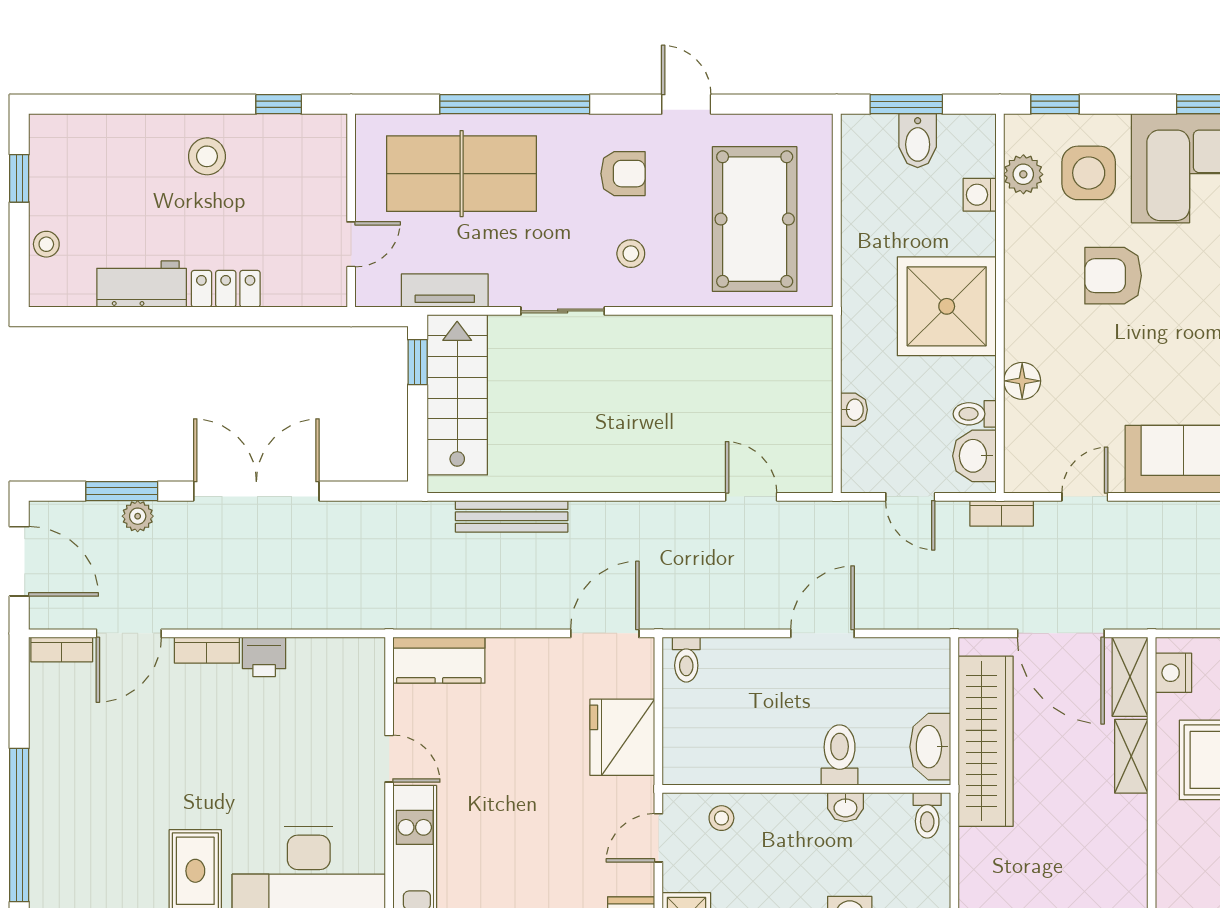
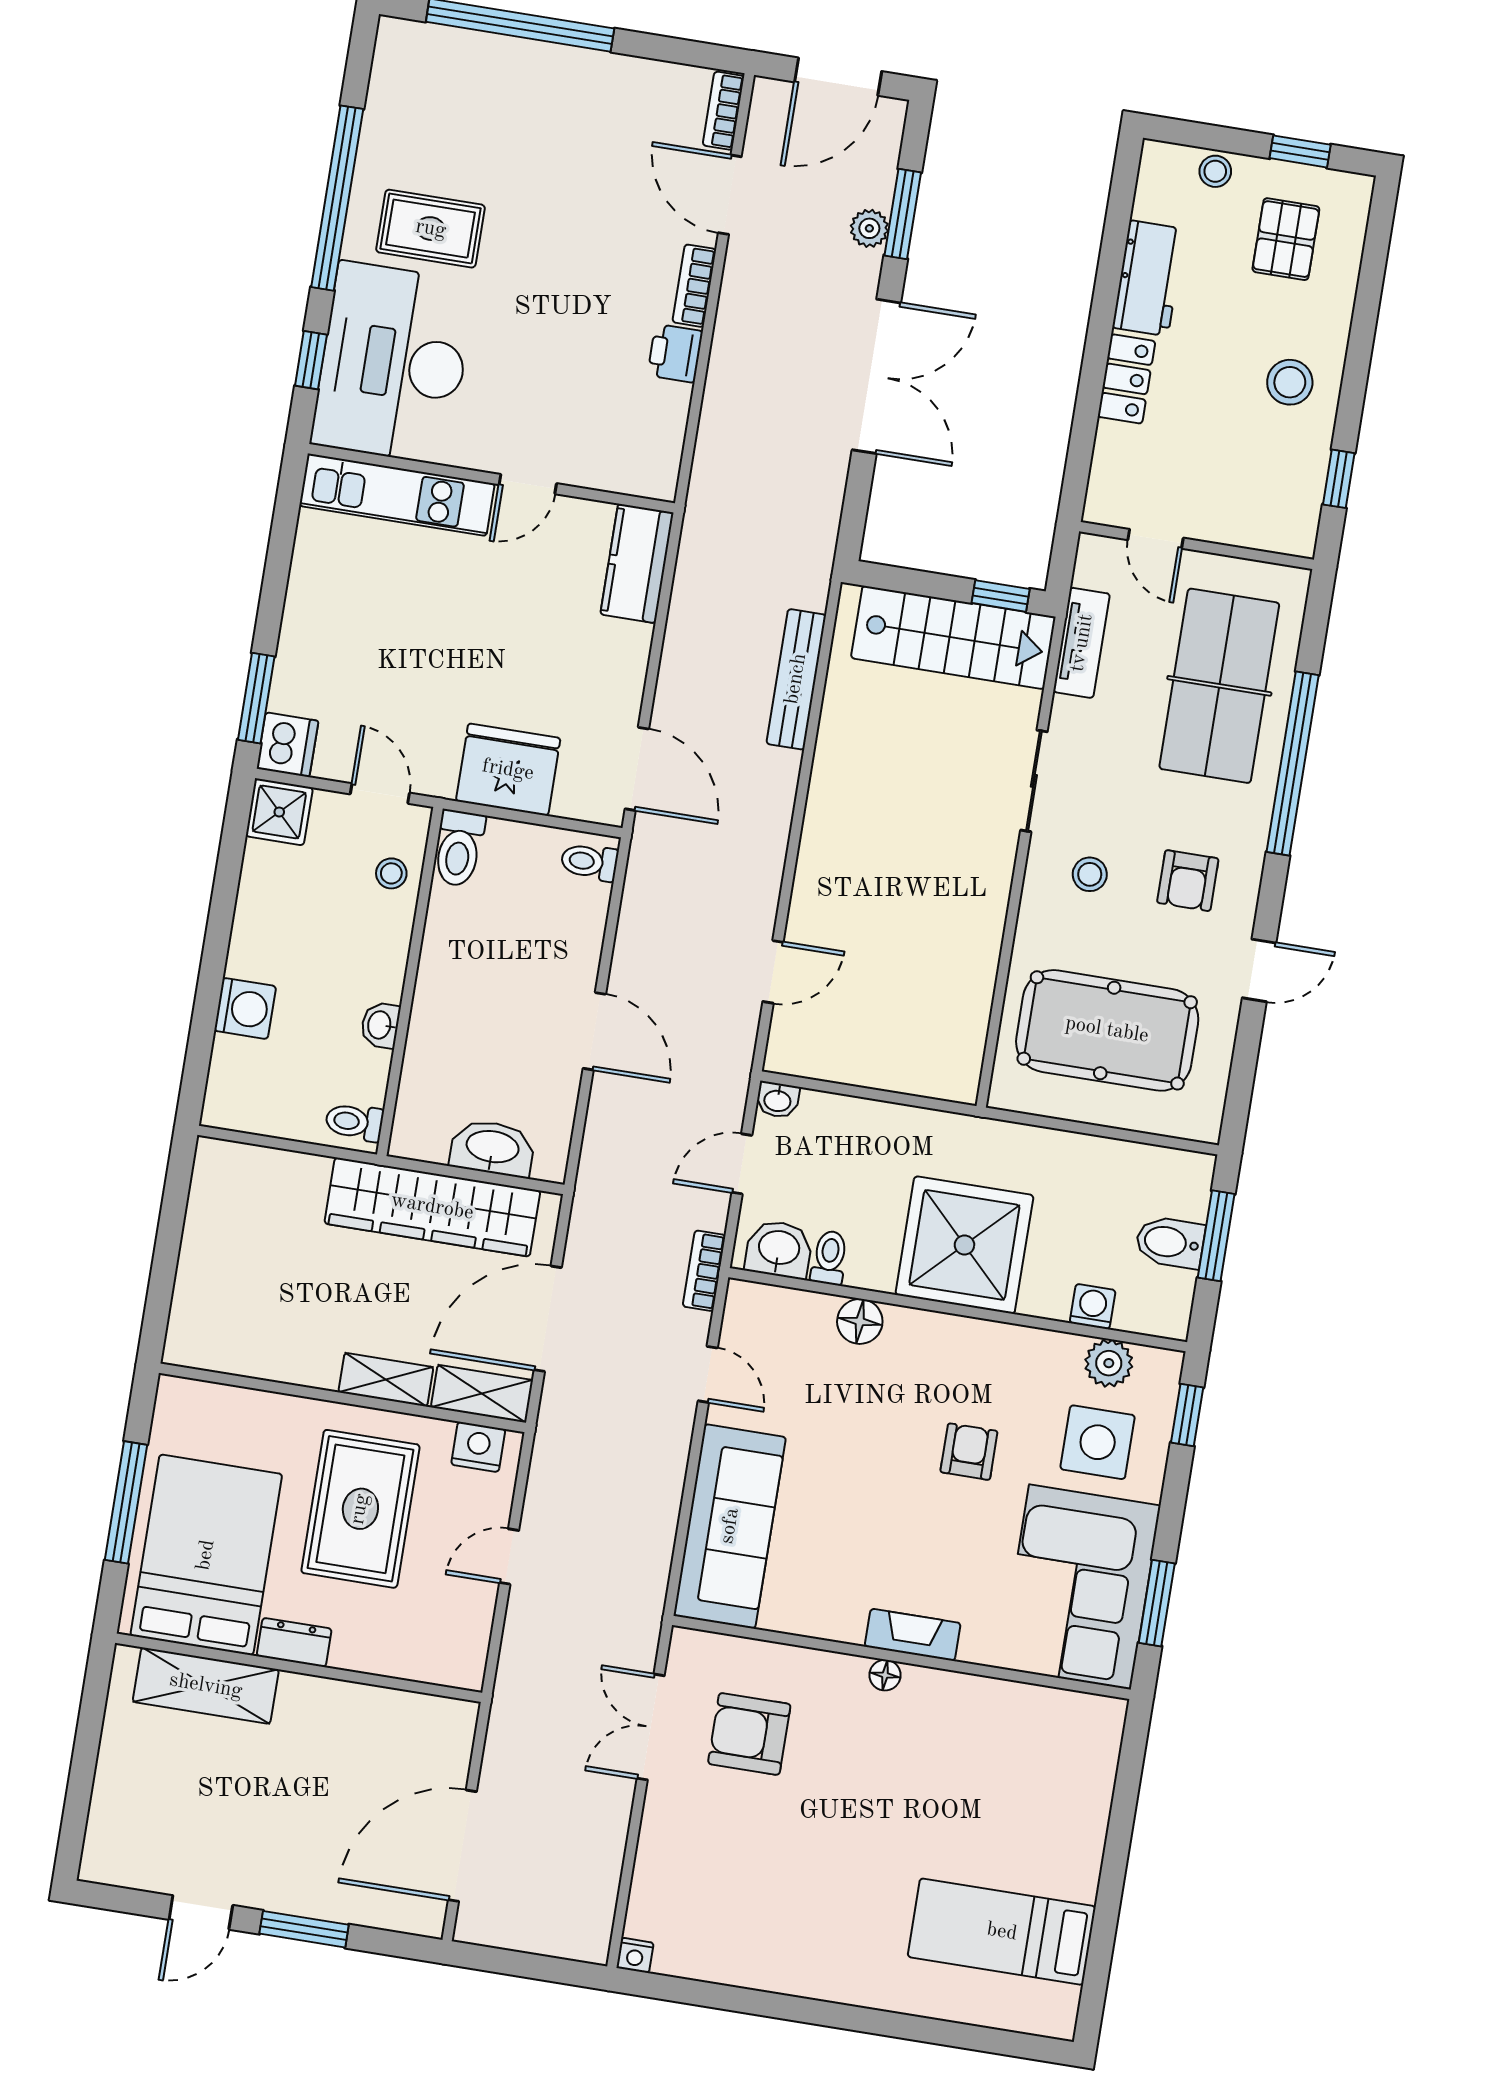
pallet: (92, 178) -> (1286, 239), added
armchair: (1113, 276) -> (969, 1452), width x0.72, depth x0.72
washbasin: (854, 410) -> (778, 1100), moved
washbasin: (930, 747) -> (492, 1148), moved
toilet: (840, 755) -> (459, 848), moved, turned 90

